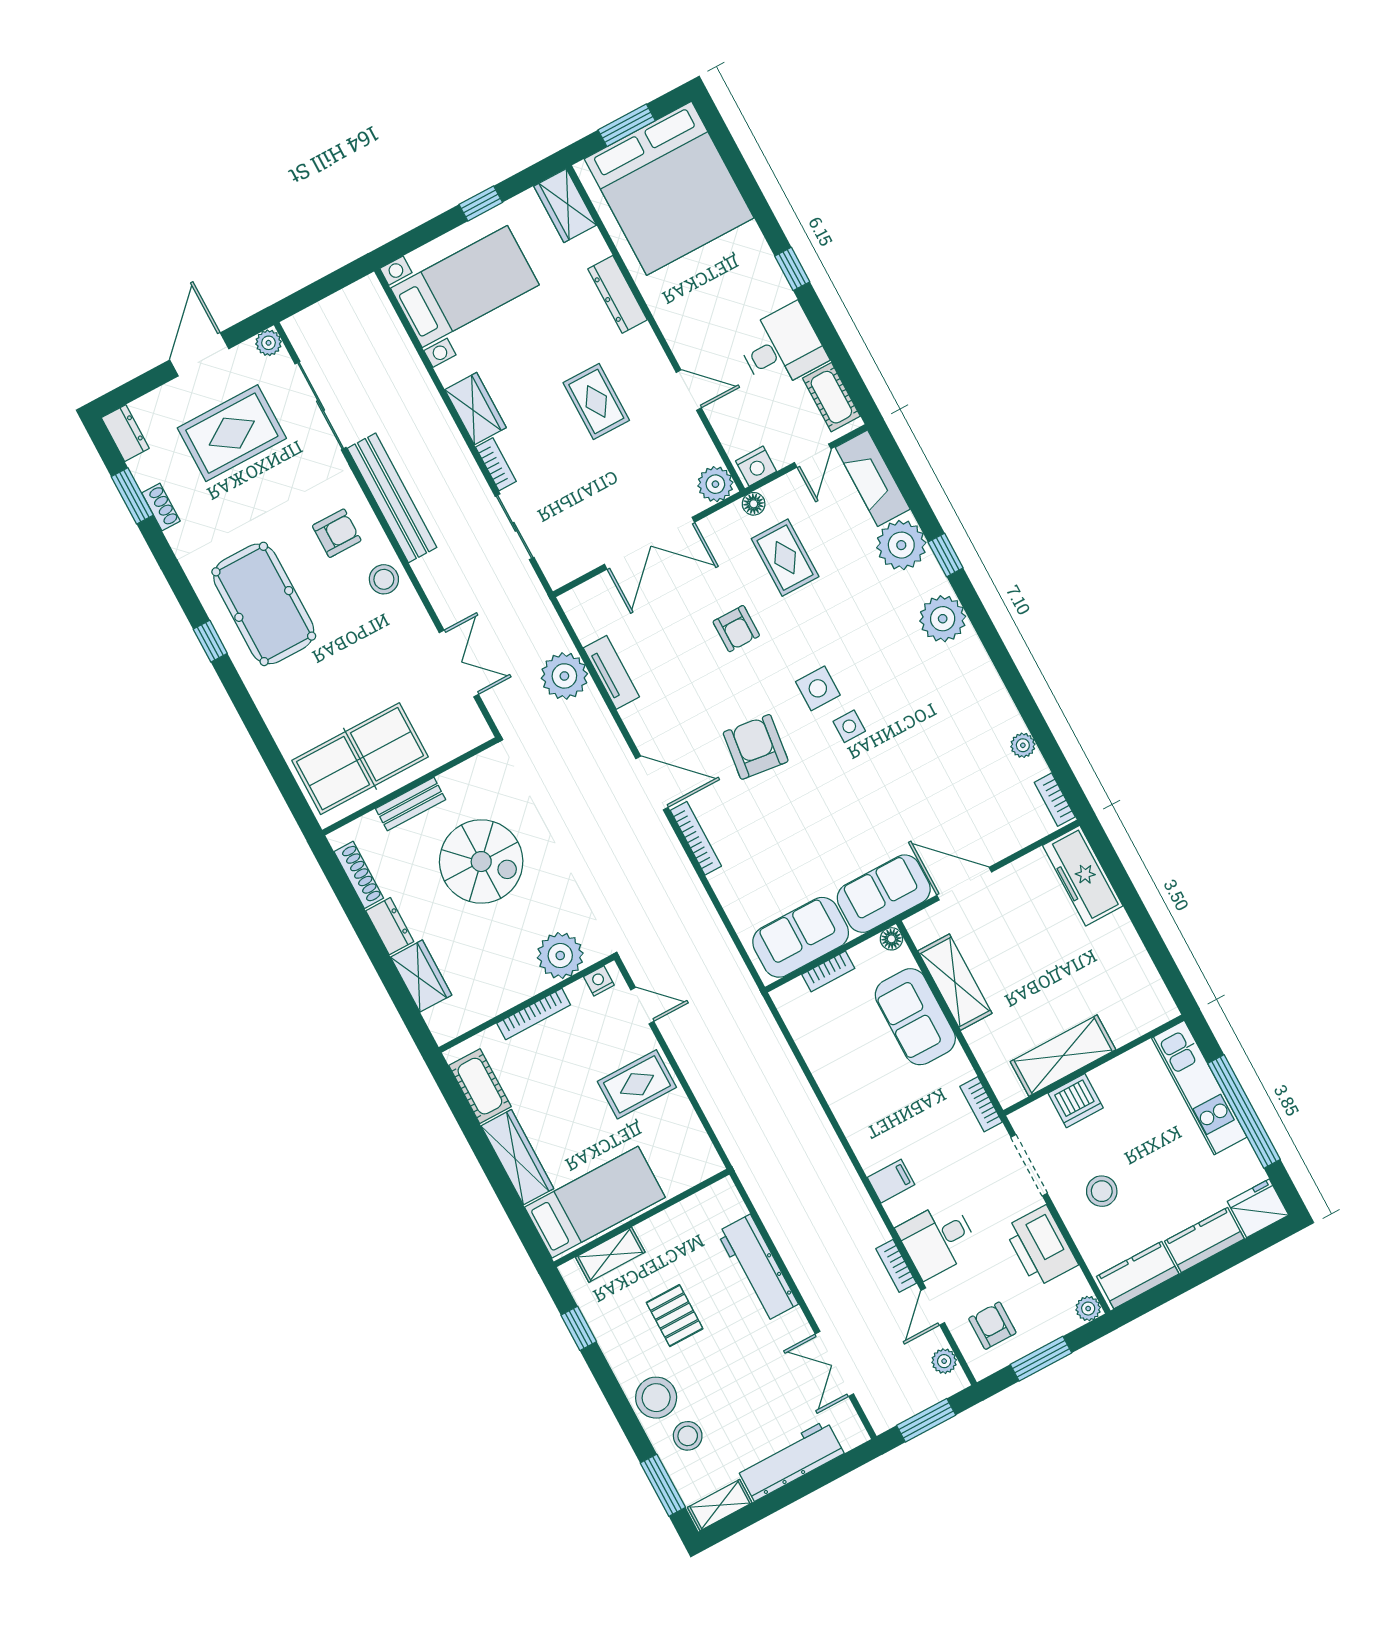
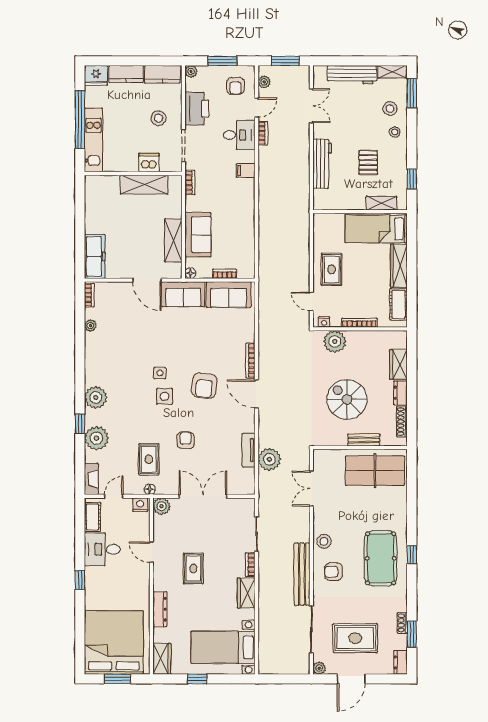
fireplace: (873, 478) -> (91, 479), width x0.73, depth x0.76
rug: (637, 1084) -> (331, 269), turned 90
stool: (656, 1398) -> (395, 132), width x0.53, depth x0.53

